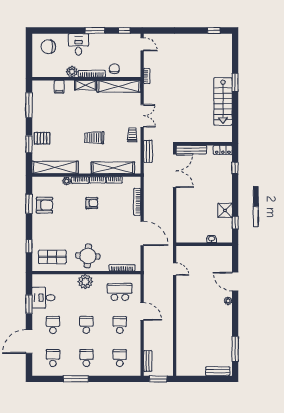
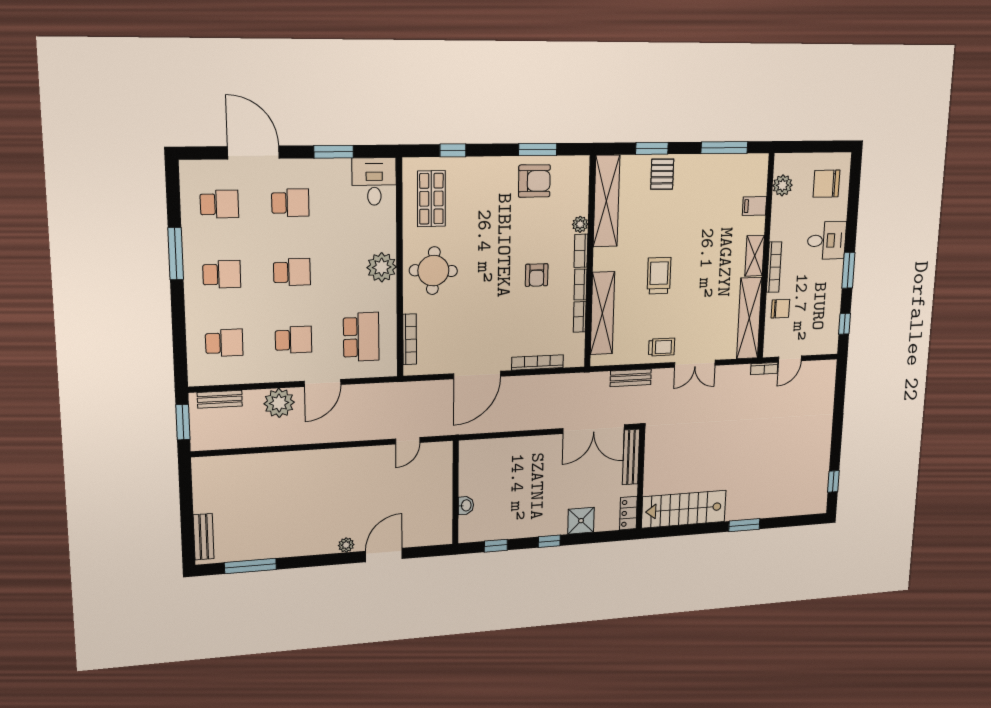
door: (142, 44) -> (790, 359), moved
chair: (48, 47) -> (826, 184), turned -90
plant: (72, 72) -> (783, 185), moved
stairs: (223, 101) -> (684, 509), moved
window: (235, 168) -> (549, 541), moved
armchair: (44, 205) -> (534, 181), turned -90
shower: (225, 210) -> (581, 521), moved
desk: (43, 298) -> (374, 182), moved
plant: (151, 333) -> (279, 403), added

